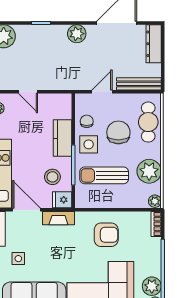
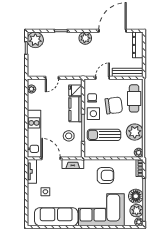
door: (28, 92) -> (52, 78), hinge flipped
chair: (118, 132) -> (114, 105), turned 83
fridge: (62, 200) -> (75, 90), moved
floor lamp: (151, 265) -> (136, 196), added

